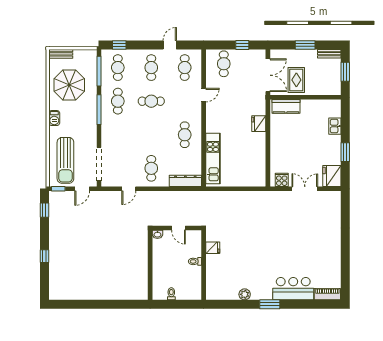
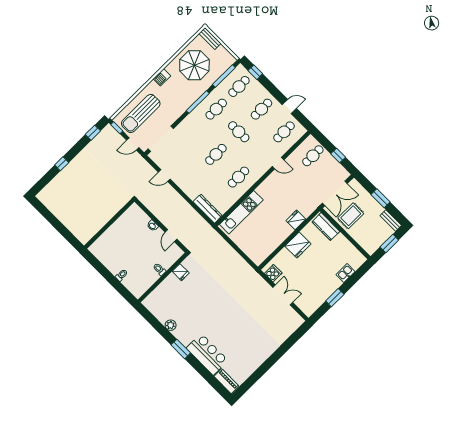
cafe table: (151, 168) -> (216, 154), moved
fridge: (332, 176) -> (298, 245), moved, turned 180
wall: (150, 265) -> (109, 224), moved

